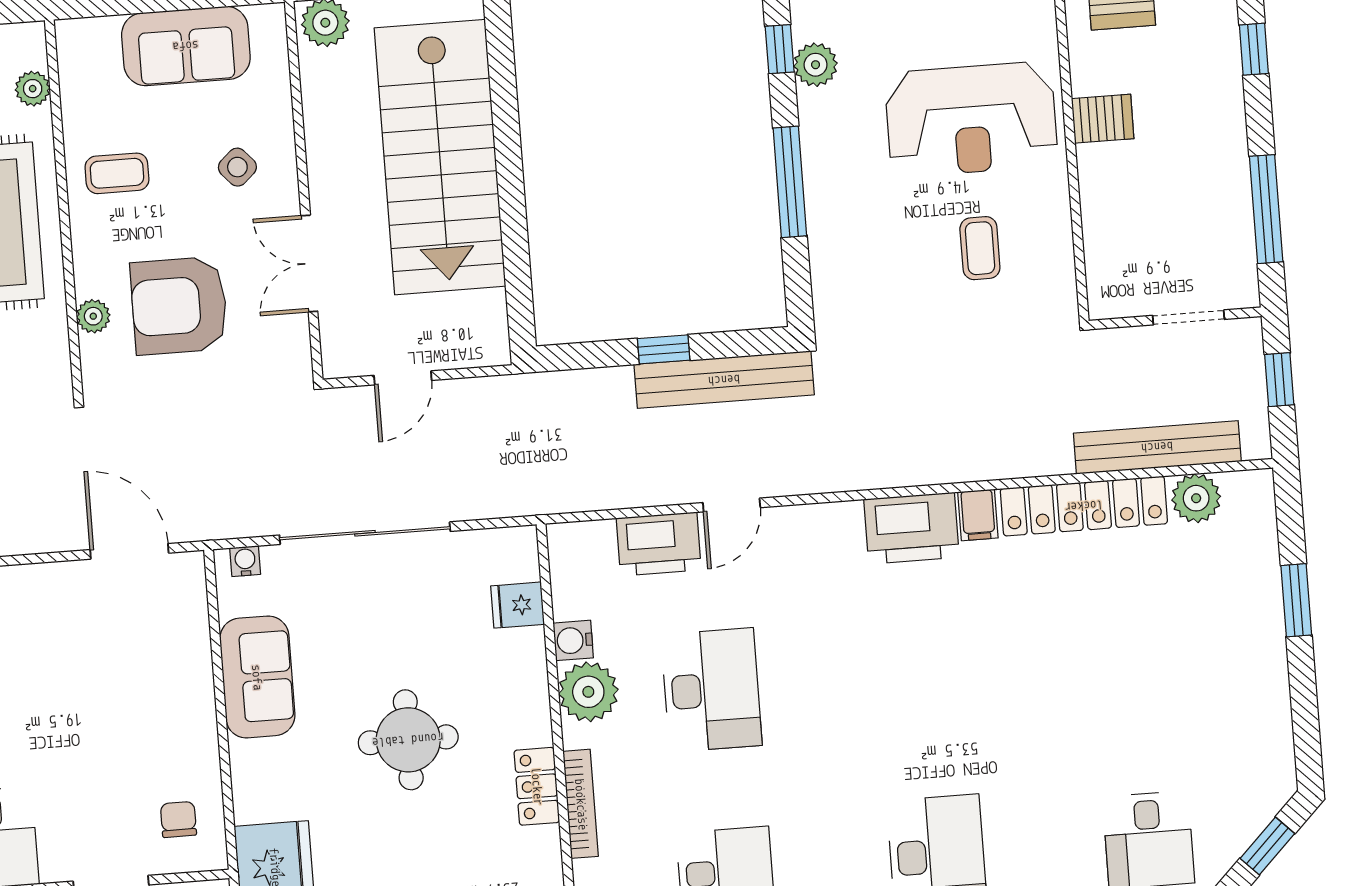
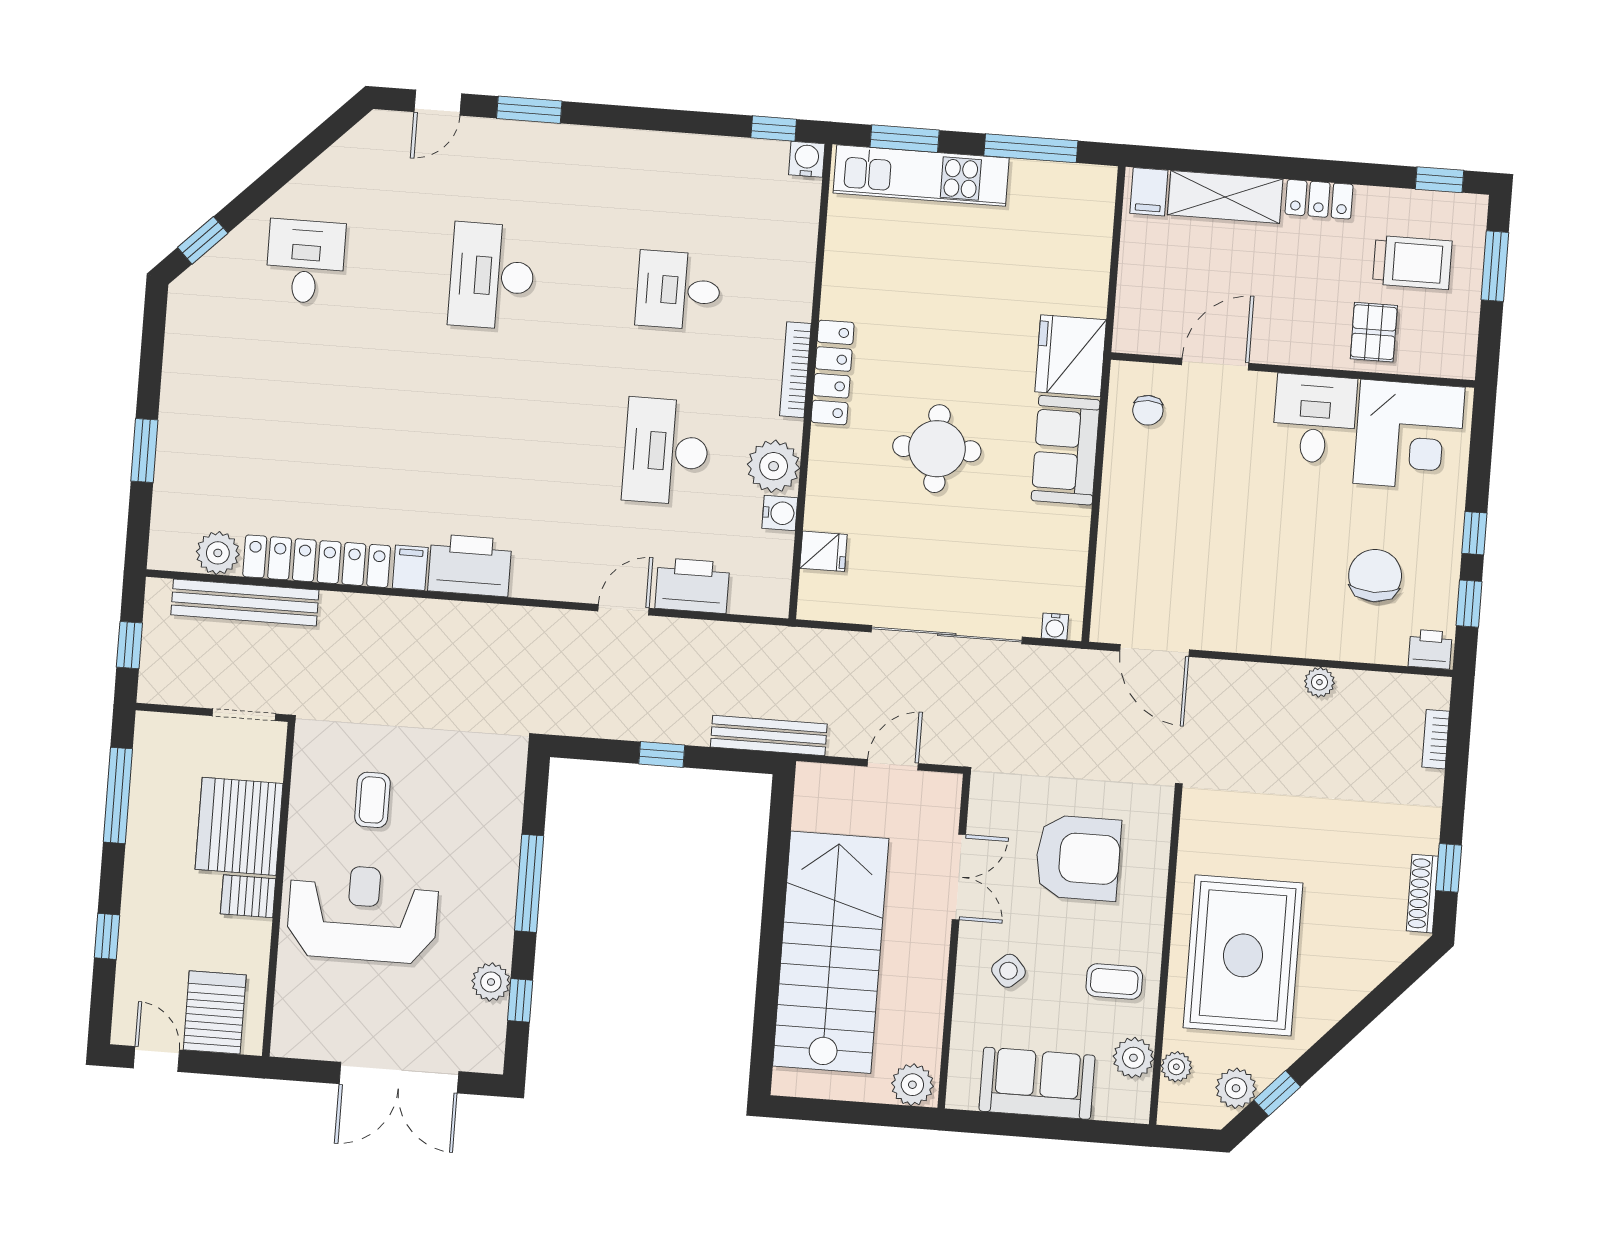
server rack: (1125, 195) -> (239, 826), added
plant: (93, 316) -> (1133, 1058), moved, width x1.38, depth x1.38
doorway: (1188, 317) -> (244, 715), moved
bench: (724, 380) -> (769, 735), moved, width x0.73, depth x0.82
sofa: (257, 677) -> (1066, 450), moved
locker: (537, 786) -> (833, 372), width x1.53

